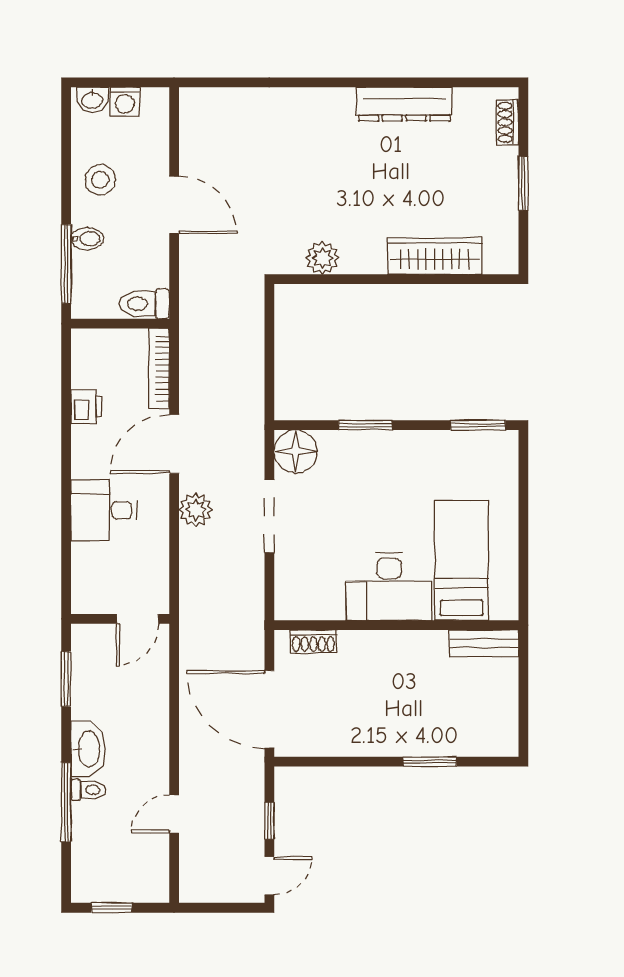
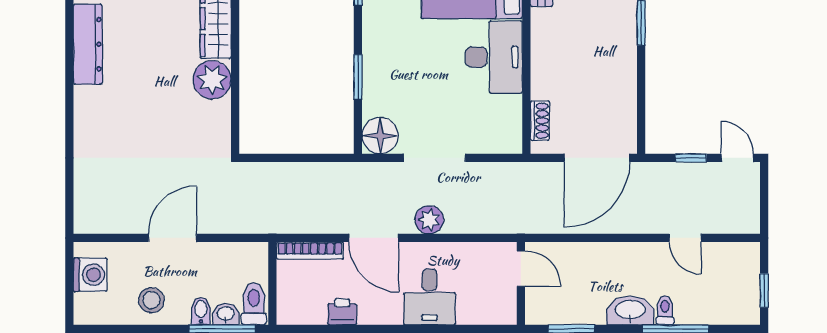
washbasin: (92, 100) -> (226, 314), moved, turned -90
washing machine: (125, 102) -> (90, 275), width x1.38, depth x1.38
plant: (323, 258) -> (212, 80), moved, width x1.36, depth x1.36
toilet: (144, 304) -> (254, 304), moved, turned 180

